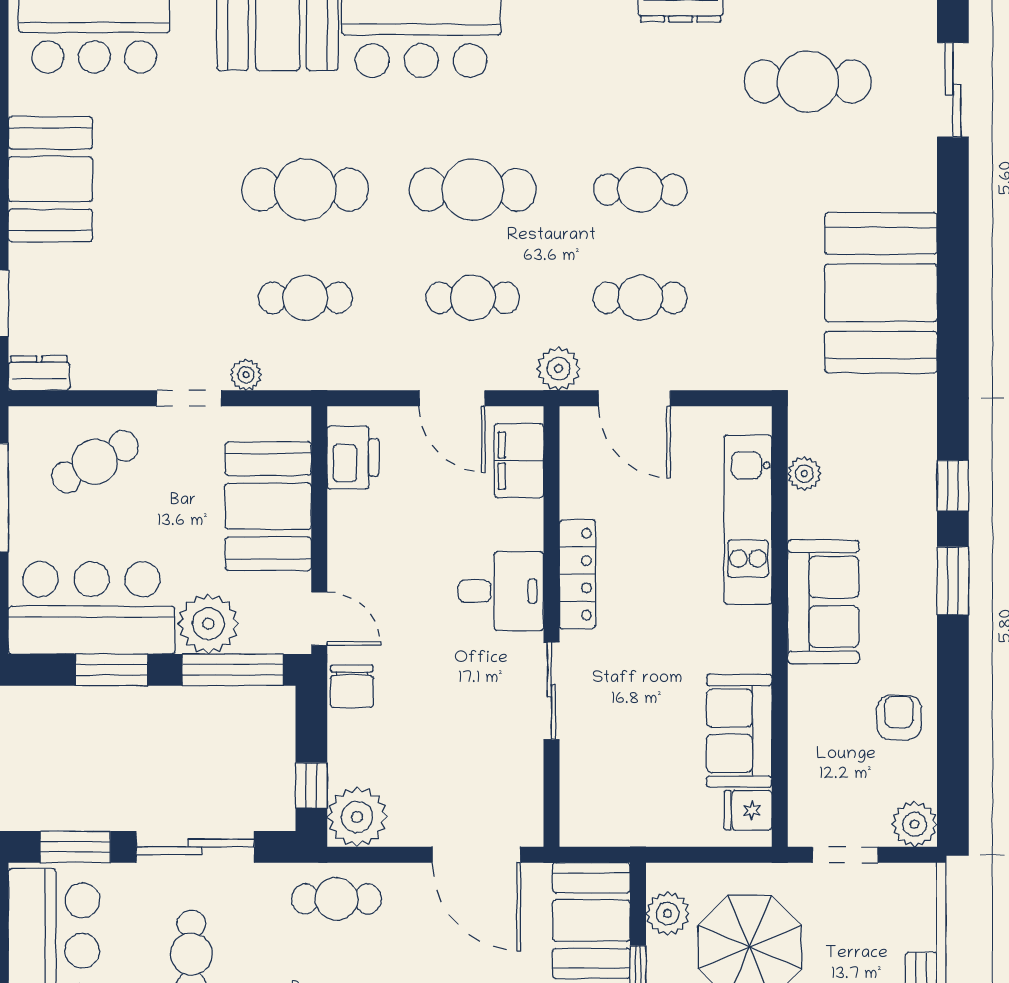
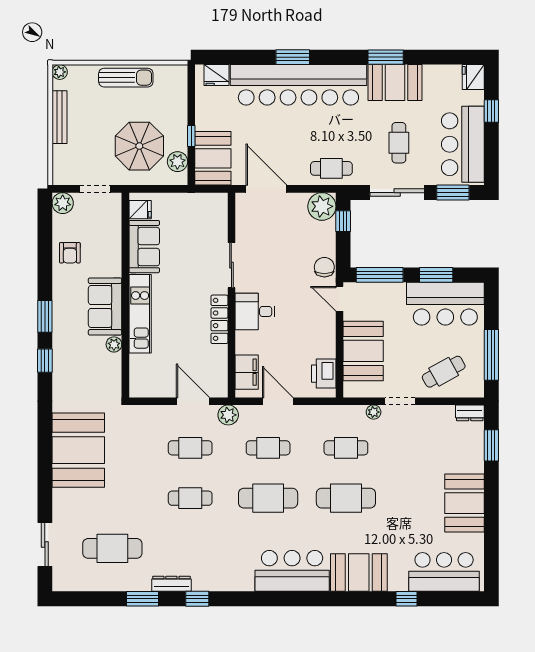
plant: (804, 474) -> (114, 344), moved
kitchen unit: (748, 519) -> (140, 314), moved
plant: (208, 624) -> (391, 296), removed

